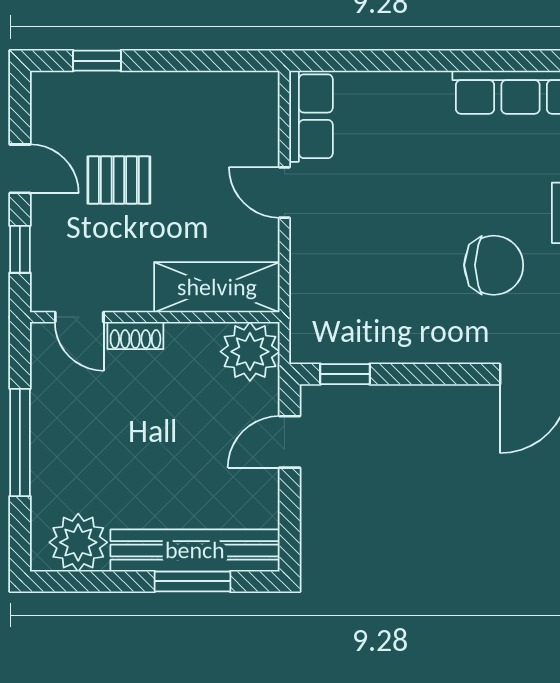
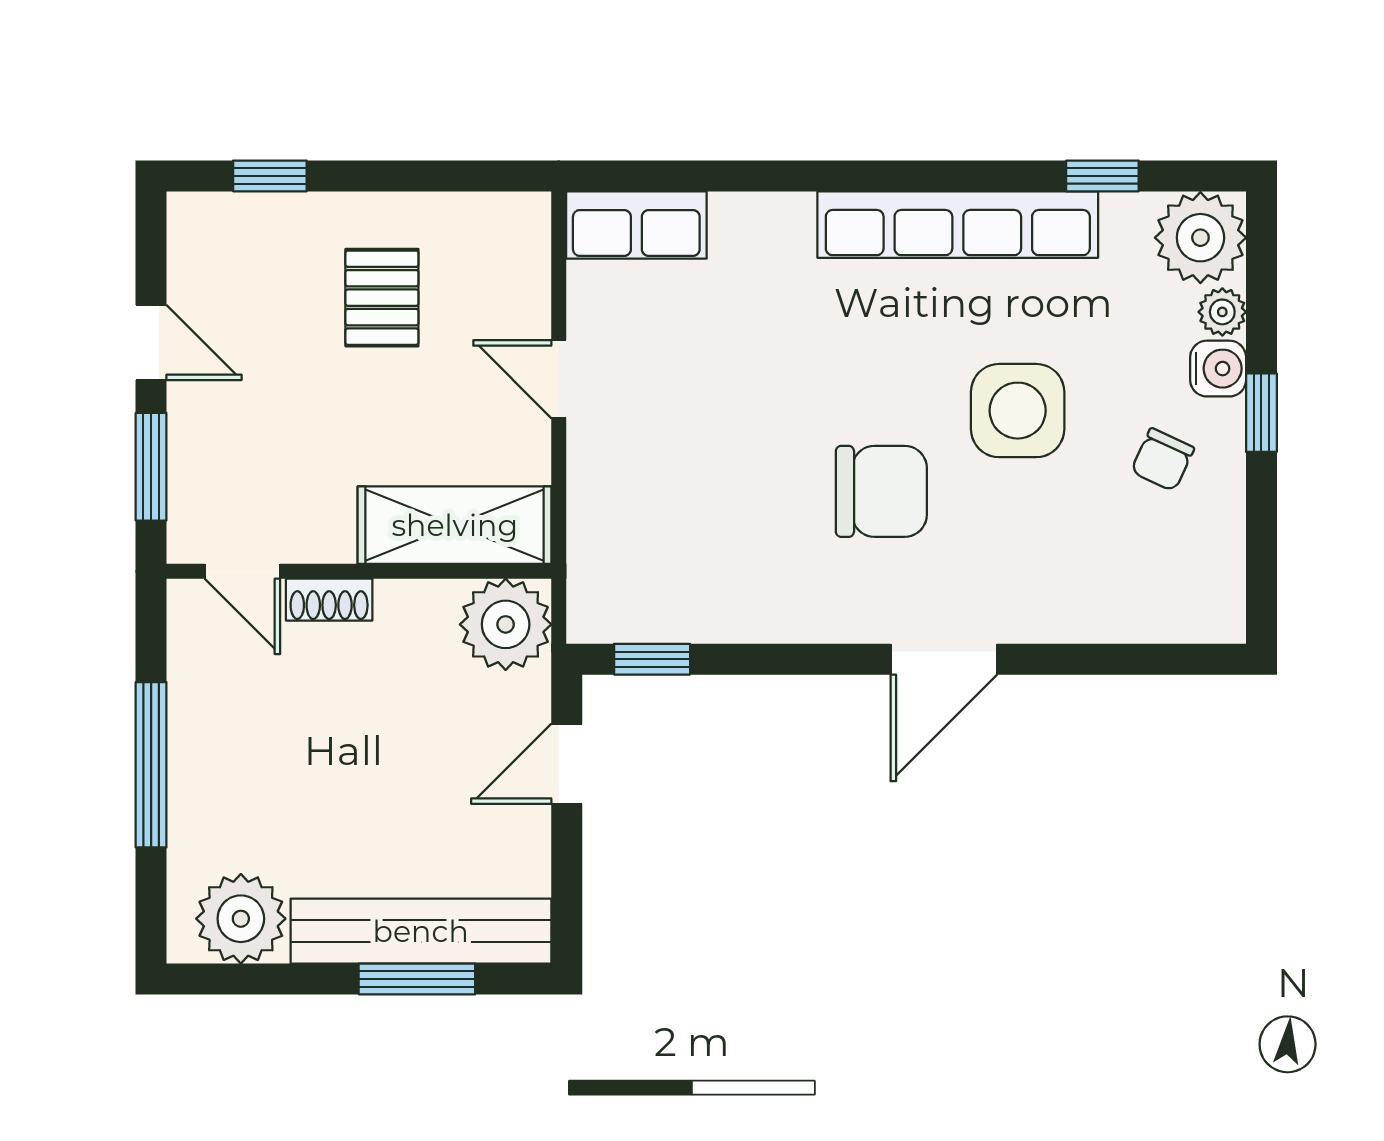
row of seats: (311, 116) -> (636, 225), moved, turned 90
pallet: (119, 180) -> (382, 298), moved, turned 90
window: (20, 249) -> (151, 467), width x1.50

